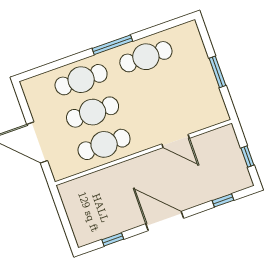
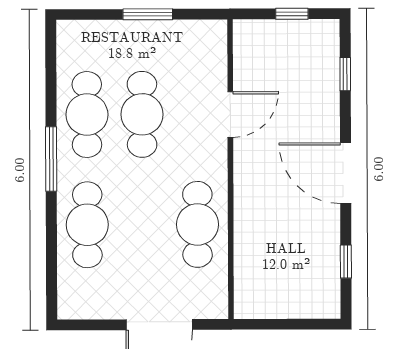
cafe table: (93, 112) -> (142, 114), moved
door: (165, 221) -> (346, 173), hinge flipped

